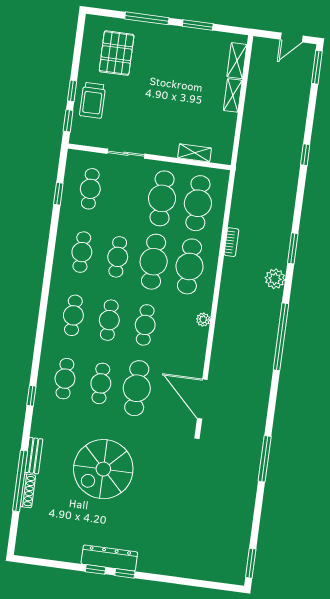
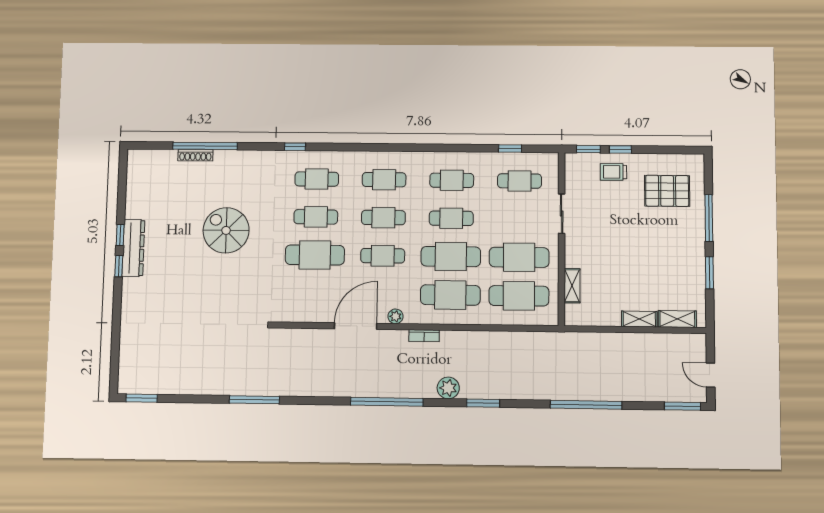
trolley: (93, 100) -> (613, 172), width x0.73, depth x0.72
window: (305, 155) -> (586, 405), width x3.17
bookcase: (231, 242) -> (424, 336), moved
door: (202, 399) -> (356, 326), moved
bench: (34, 456) -> (233, 157), removed
spiral stairs: (103, 469) -> (226, 230), width x0.73, depth x0.73

